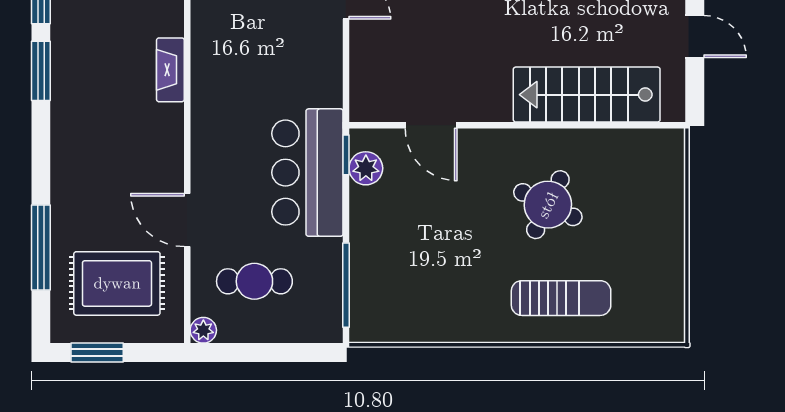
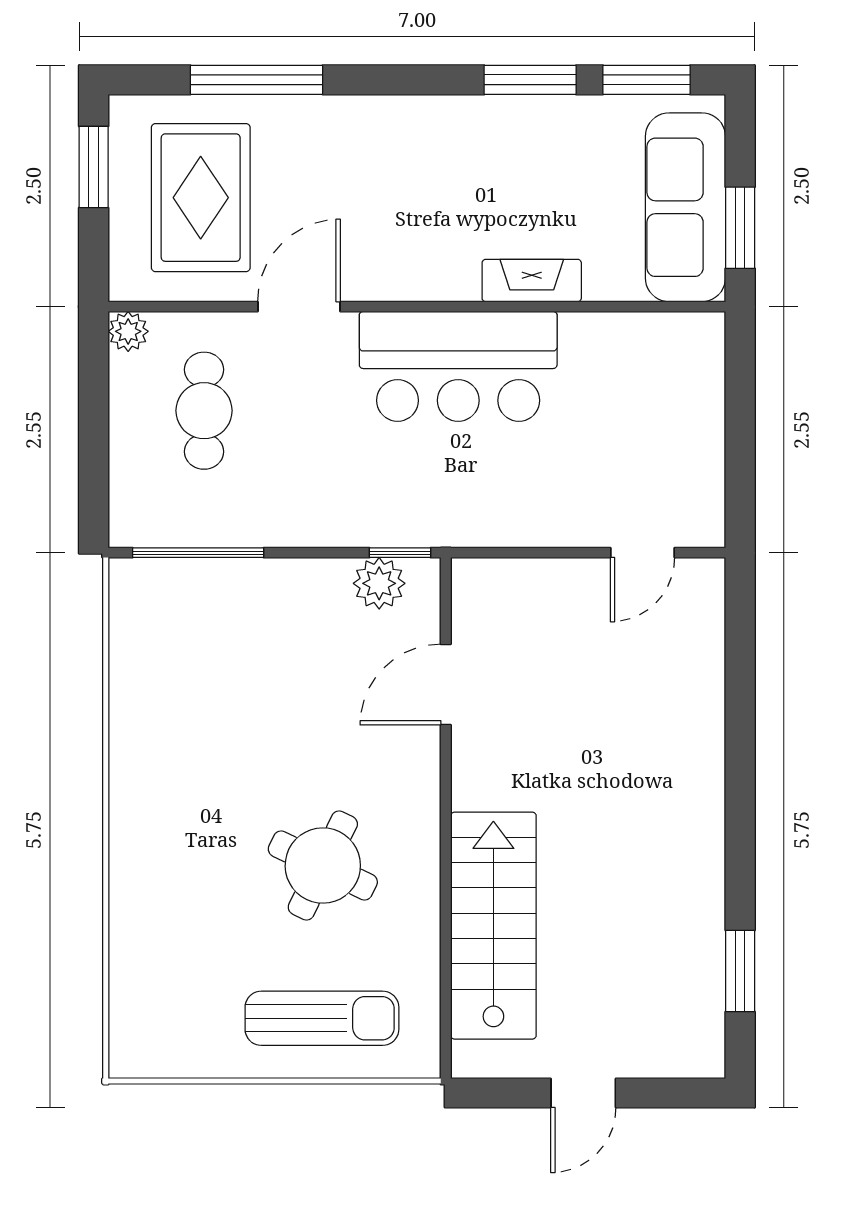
bar counter: (307, 173) -> (458, 366), moved, turned 180
sun lounger: (561, 298) -> (322, 1018), moved, turned -90

